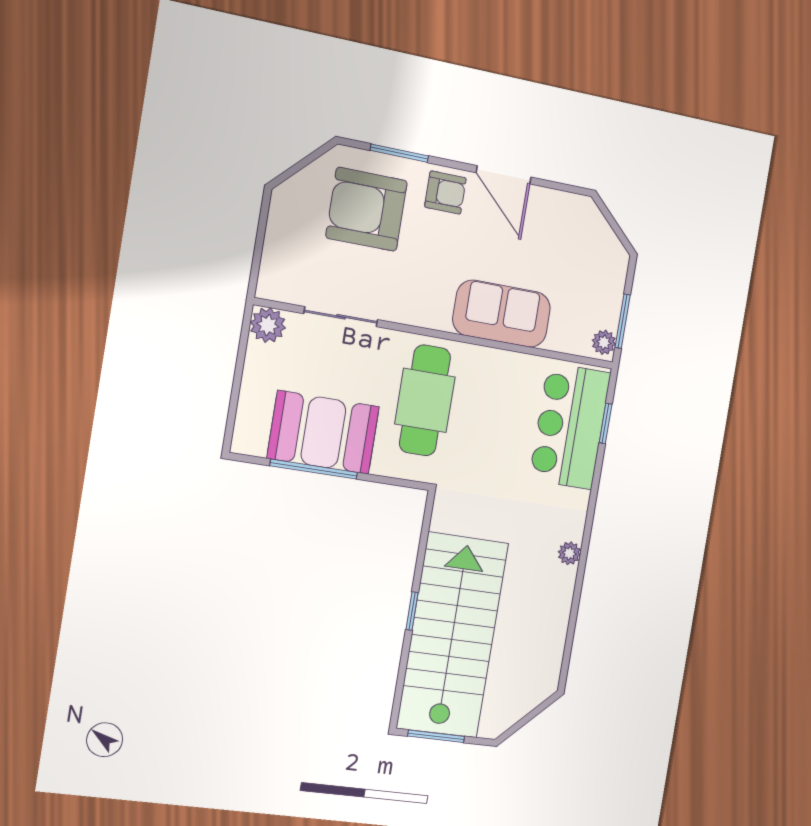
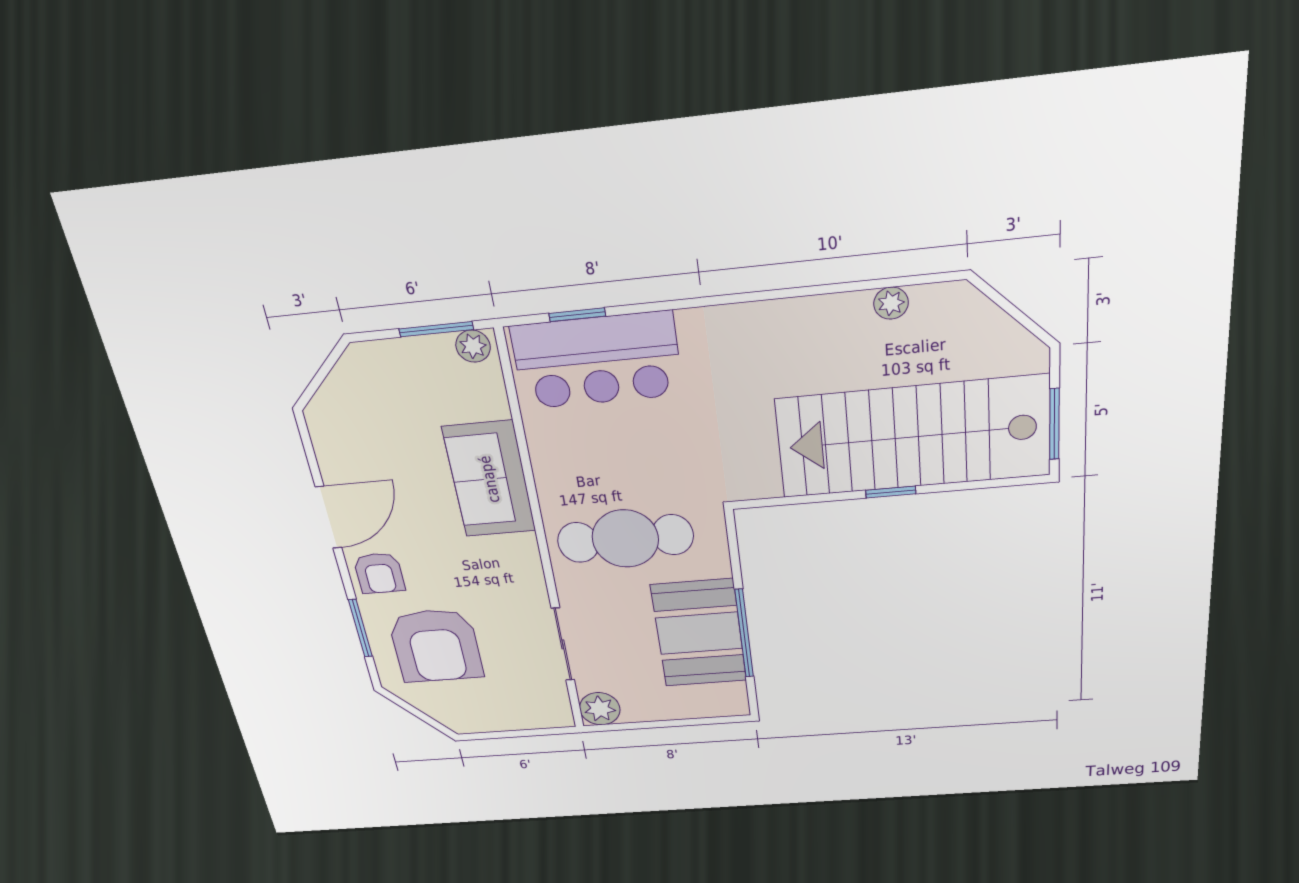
armchair: (445, 192) -> (379, 573), turned 180
plant: (569, 553) -> (891, 303), moved

